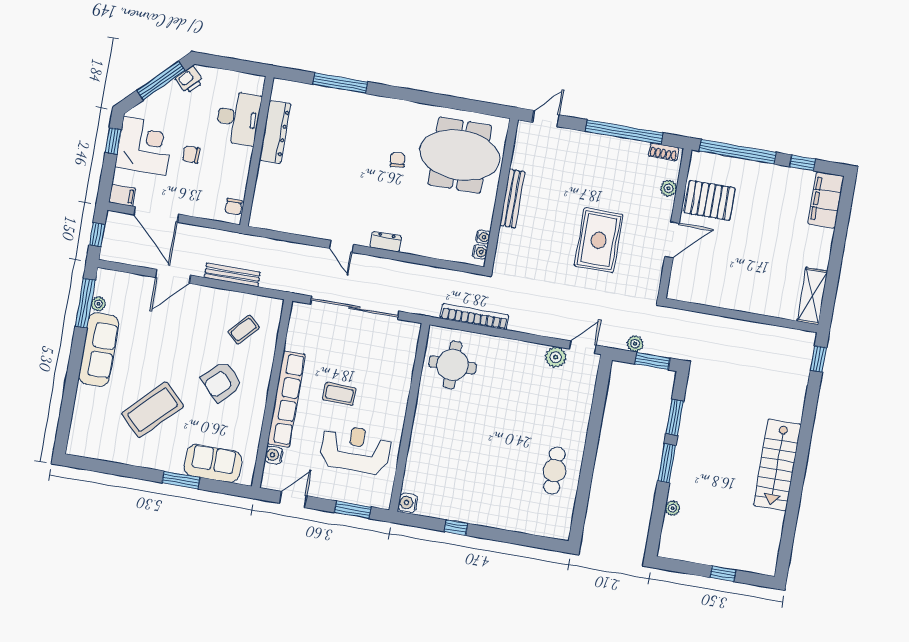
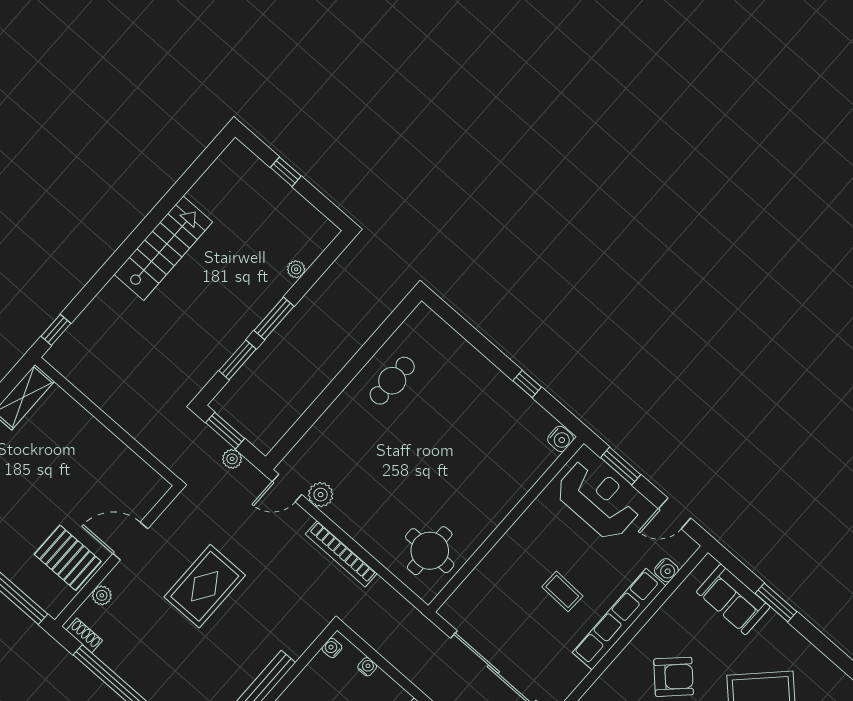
water cooler: (483, 237) -> (367, 667), moved, turned 90
bookcase: (474, 317) -> (341, 554), moved
reception desk: (356, 449) -> (598, 500), moved, turned 180

